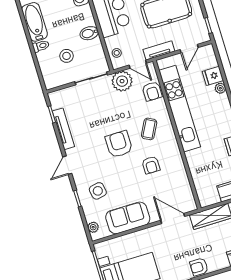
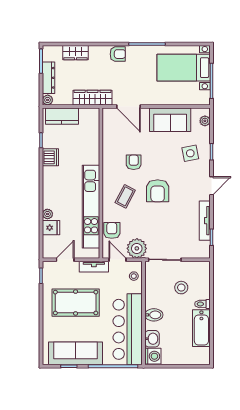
bidet: (89, 33) -> (154, 315), moved

